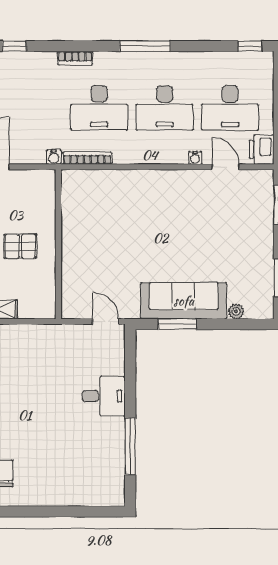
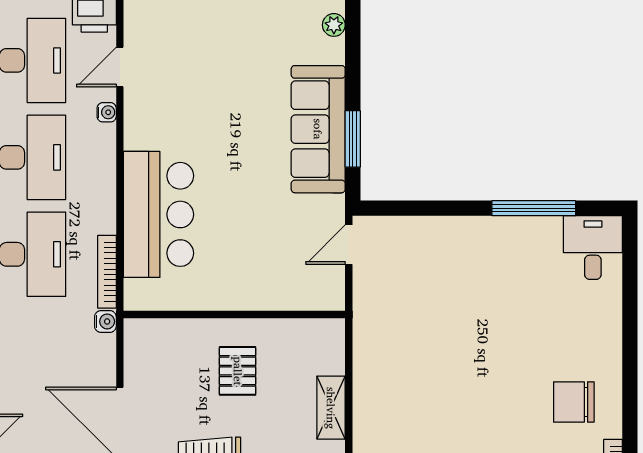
bar counter: (126, 193) -> (159, 214), added
plant: (236, 311) -> (334, 25), moved
desk: (104, 396) -> (593, 248), moved

